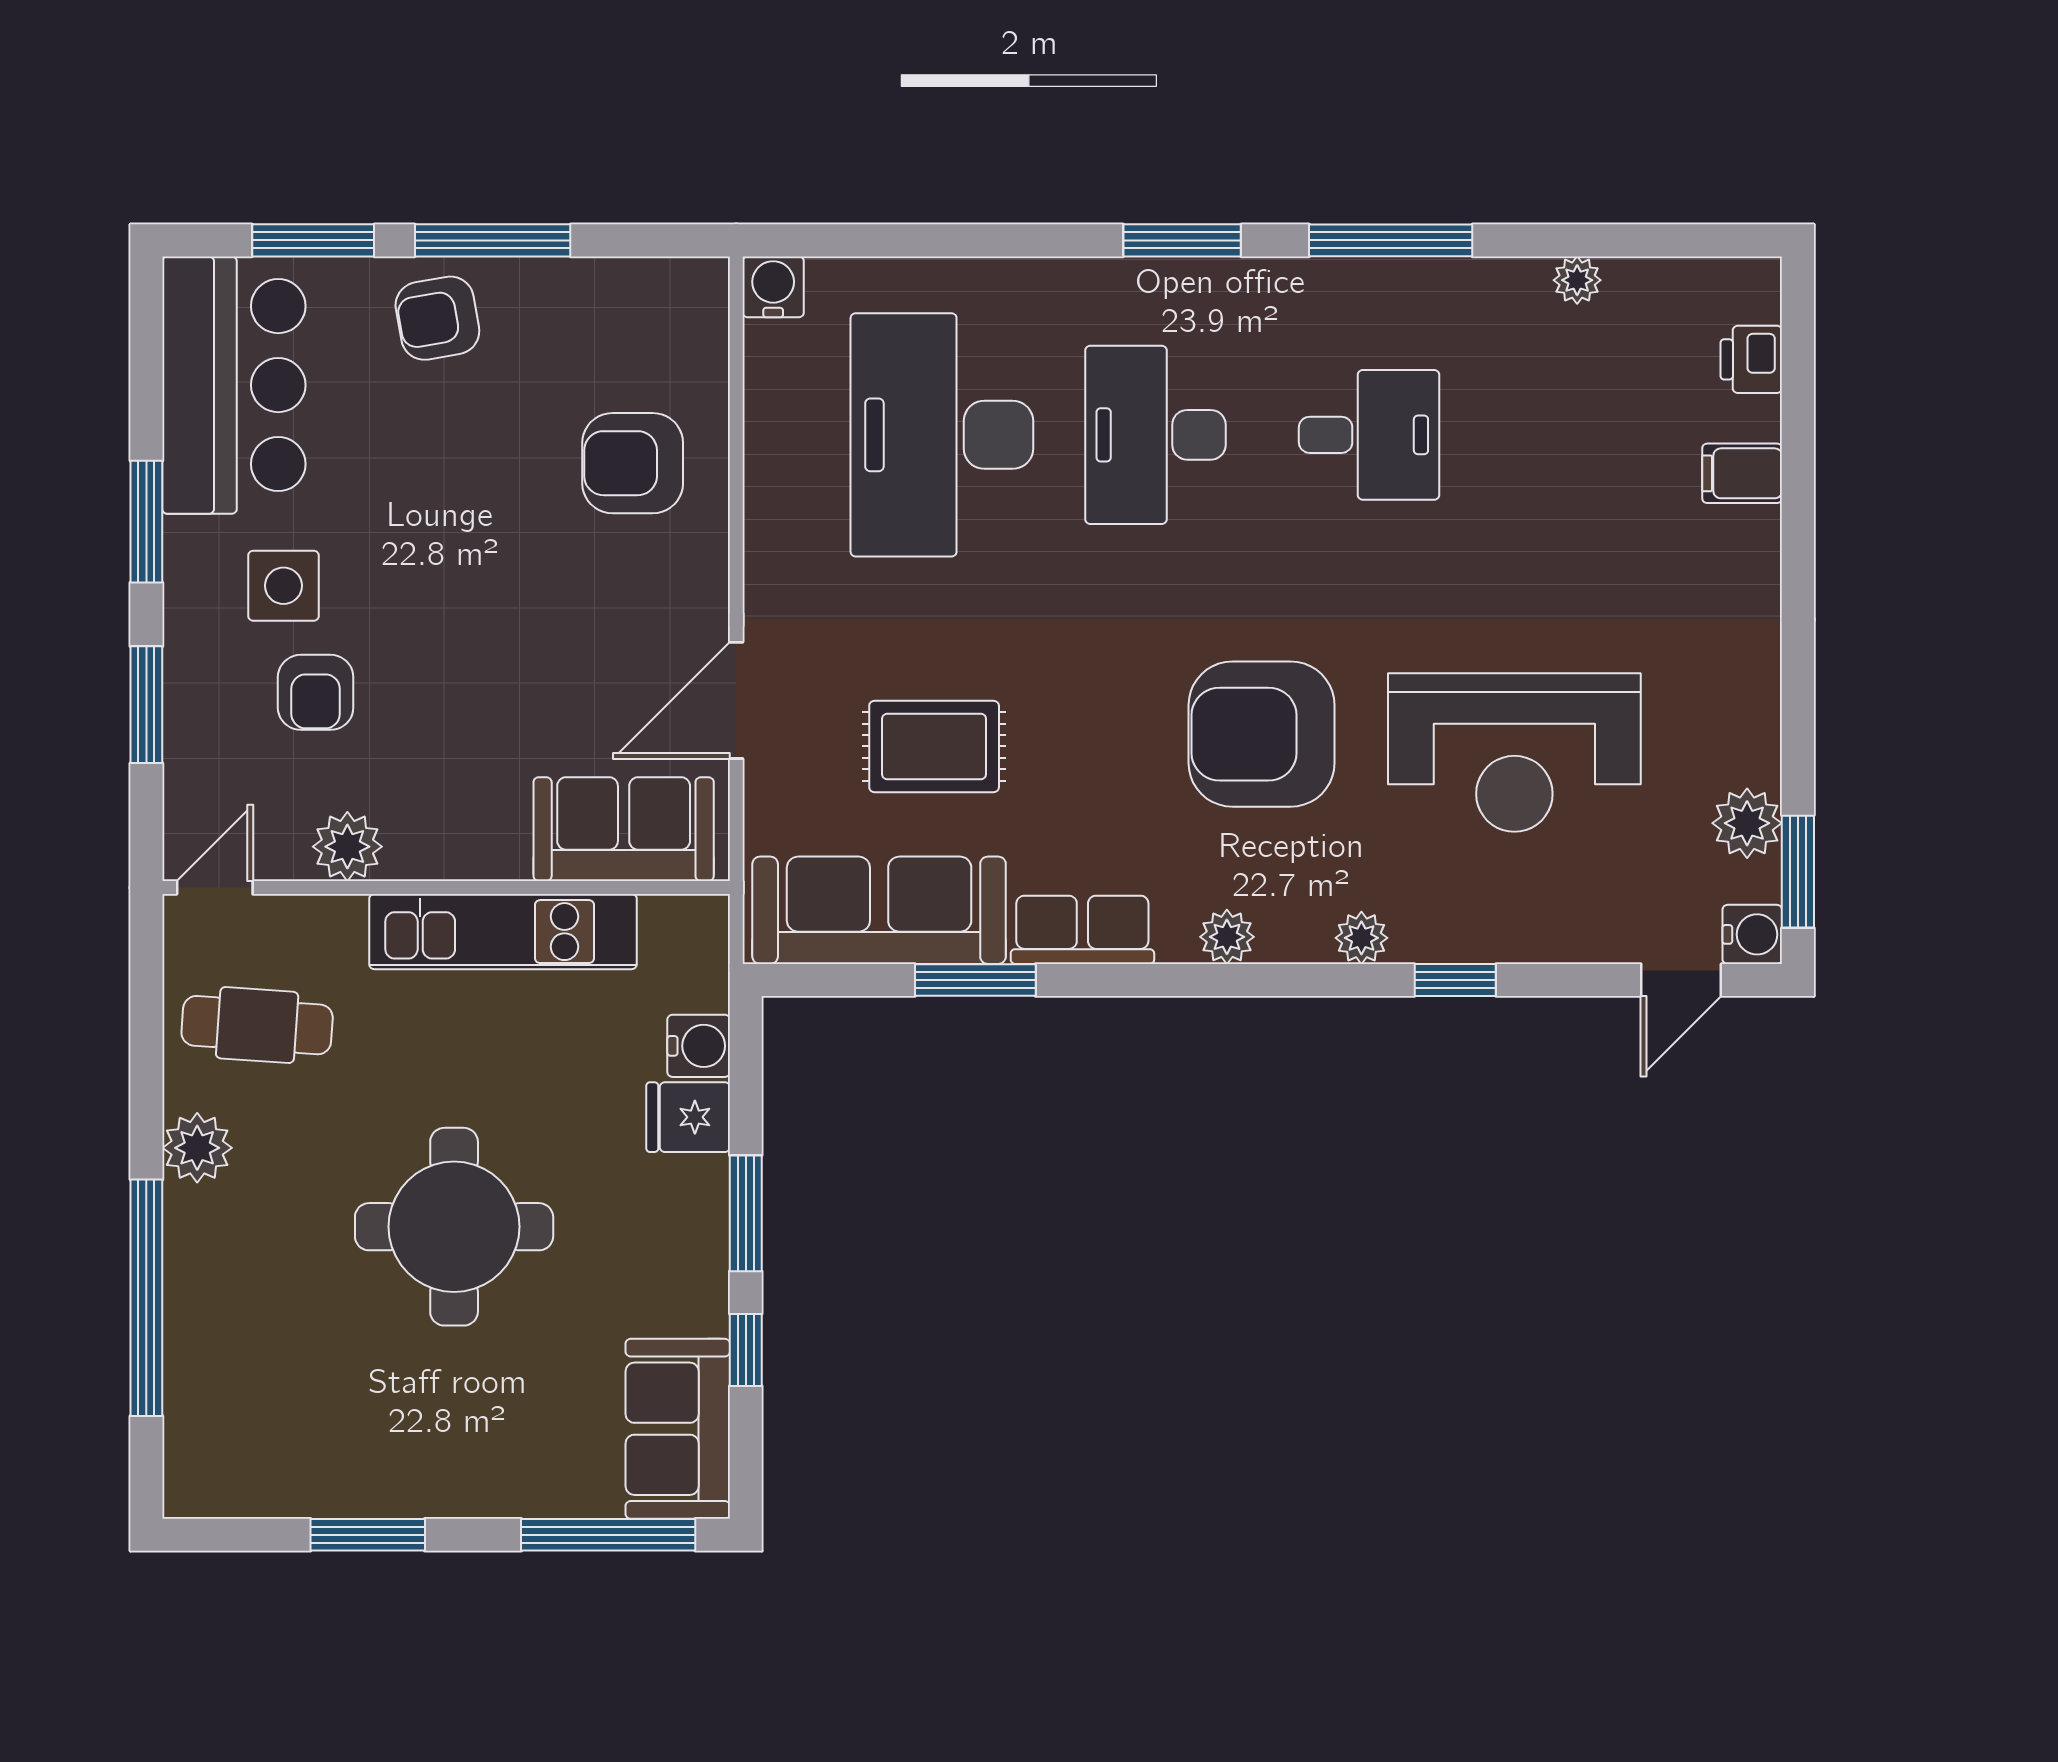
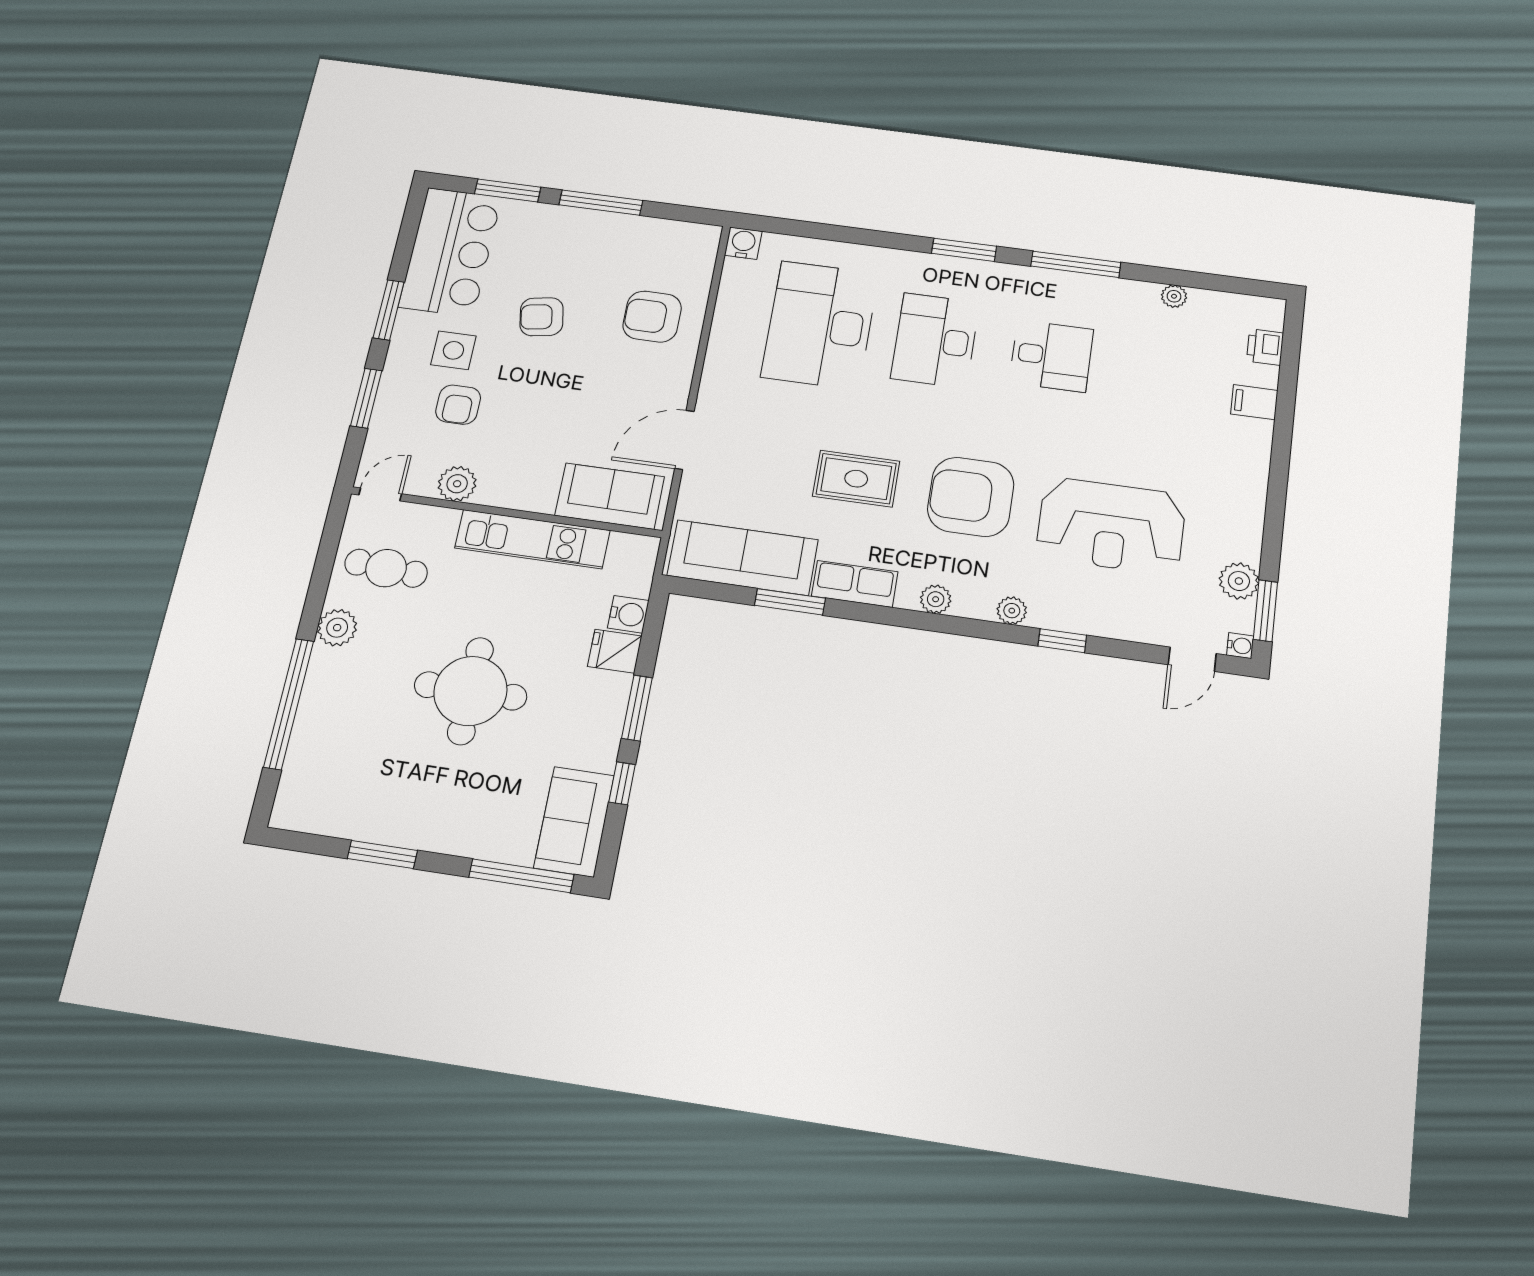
armchair: (437, 318) -> (542, 317), moved
rug: (934, 746) -> (856, 479), moved
water cooler: (1752, 934) -> (1240, 646), width x0.72, depth x0.72

